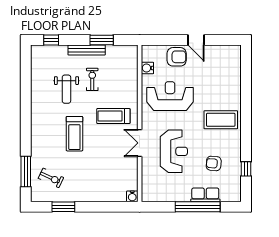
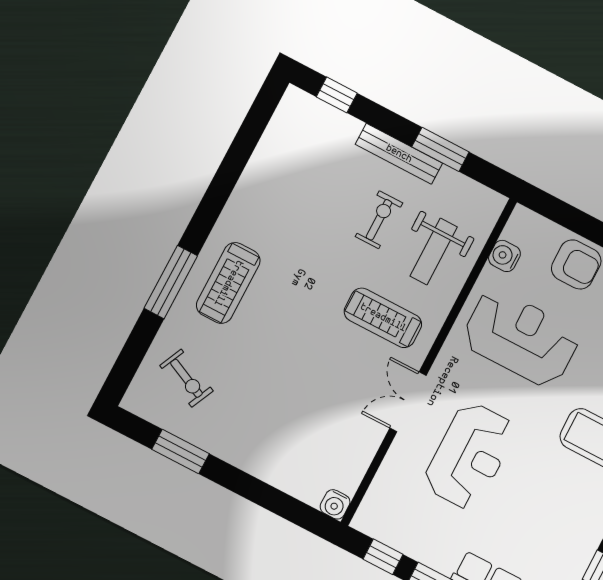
weight bench: (66, 89) -> (434, 251), moved
treadmill: (74, 134) -> (228, 283), moved
armchair: (214, 163) -> (539, 524), removed
window: (26, 171) -> (171, 282), moved
window: (161, 207) -> (383, 557), added

